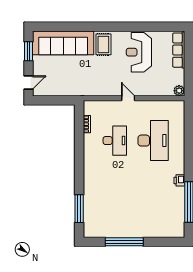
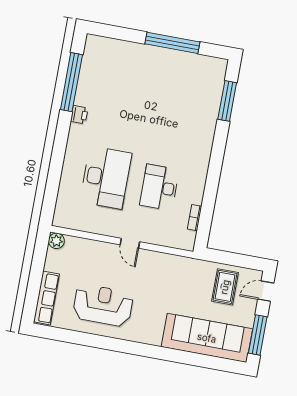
rug: (103, 44) -> (225, 287), moved
window: (28, 51) -> (258, 335), width x1.44
reception desk: (139, 52) -> (103, 305), turned -90
desk: (153, 141) -> (106, 178), turned 180

